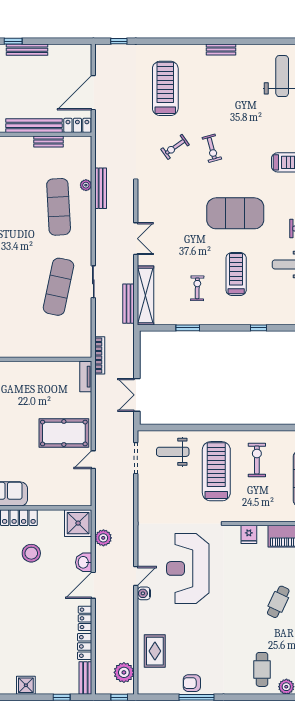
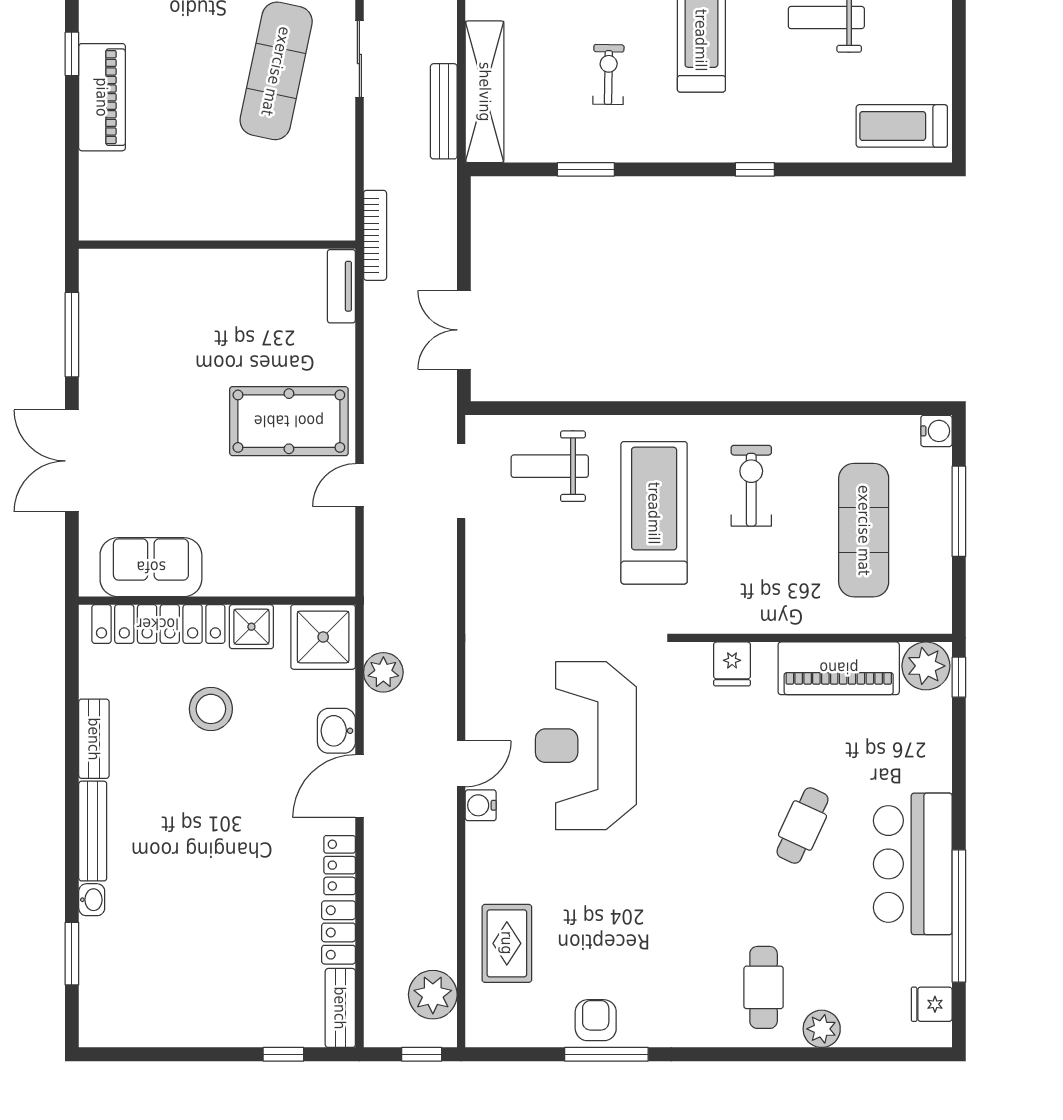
armchair: (192, 683) -> (596, 1020), turned 90
shower: (26, 685) -> (251, 627), moved

